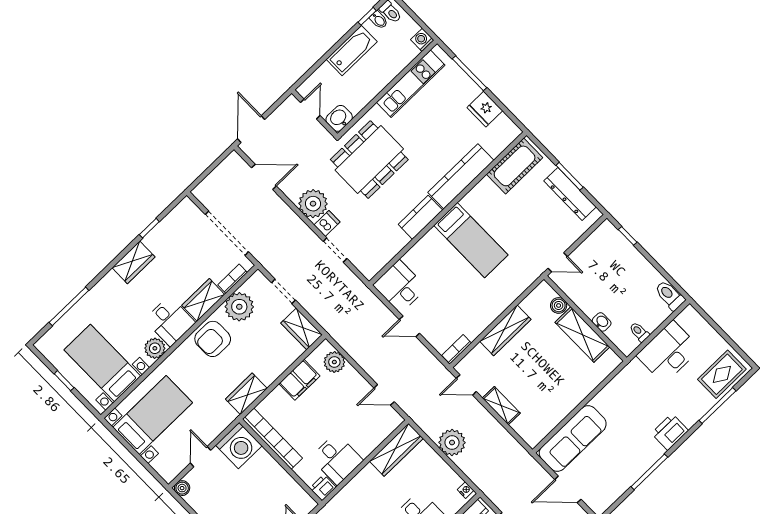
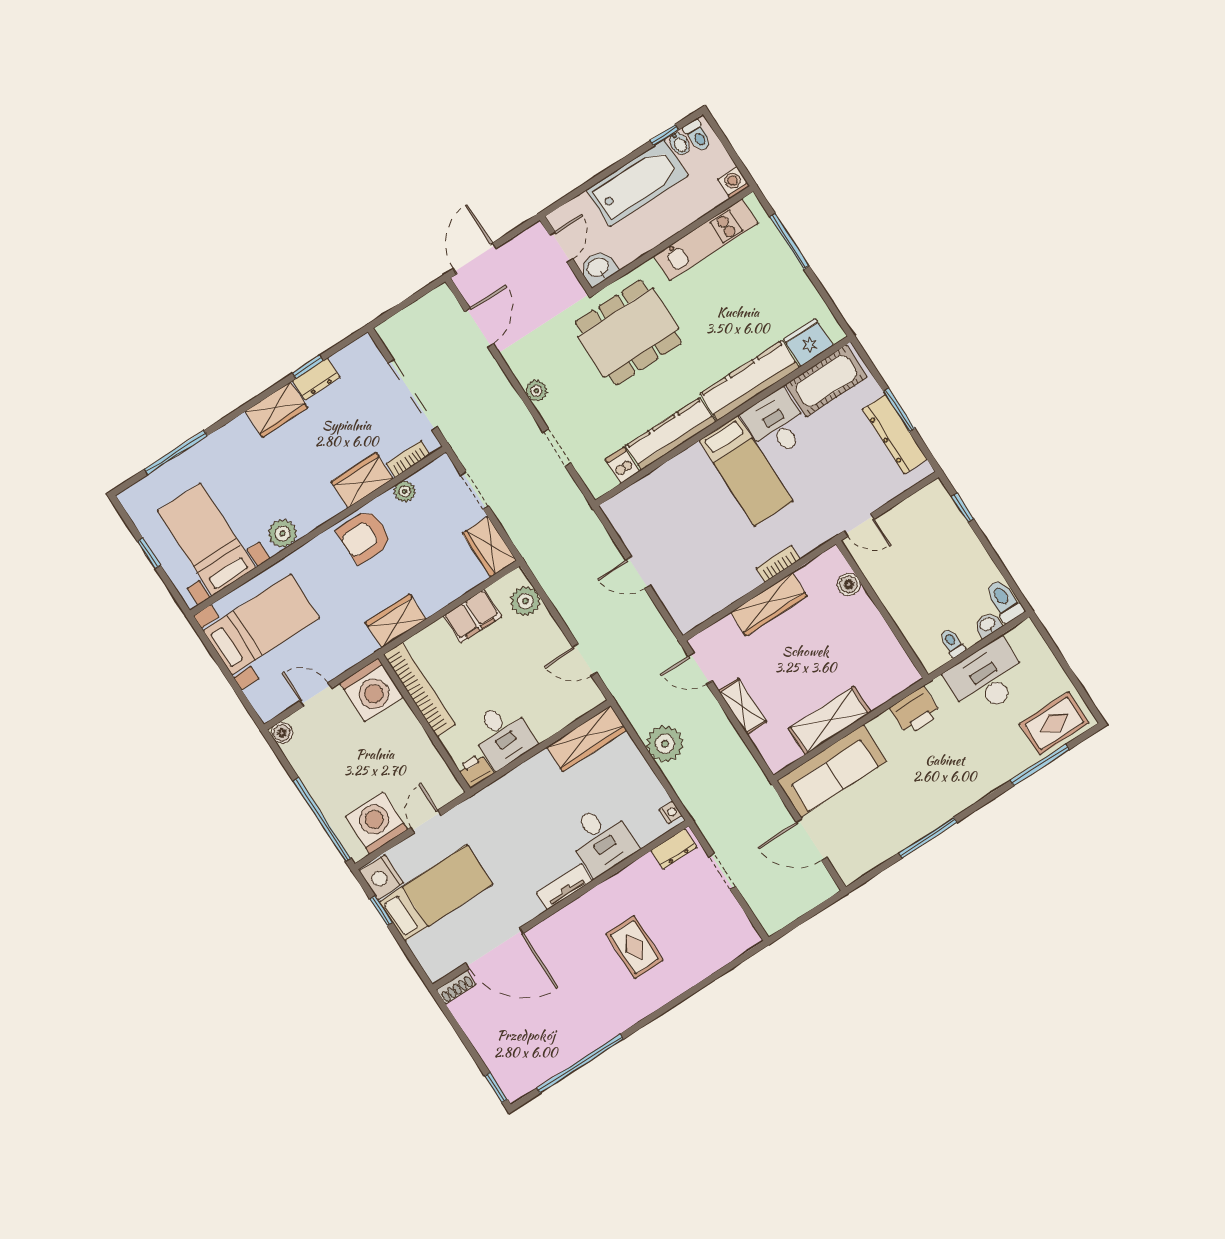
bathtub: (352, 50) -> (637, 183), width x1.36, depth x1.36
fridge: (485, 109) -> (808, 342), moved, turned 90
door: (264, 177) -> (479, 328), hinge flipped
plant: (313, 204) -> (536, 391), width x0.53, depth x0.53
kitchen counter: (420, 217) -> (671, 434), width x1.50
dishwasher: (327, 223) -> (622, 465), moved, turned -90
dresser: (157, 235) -> (316, 379), added
desk: (400, 286) -> (777, 424), moved
plant: (239, 307) -> (405, 491), width x0.53, depth x0.53
desk: (170, 321) -> (311, 500), removed
washbasin: (602, 322) -> (988, 625), moved, turned -90
shelving: (582, 335) -> (830, 720), moved, turned 90
bookcase: (457, 349) -> (778, 564), moved
printer: (670, 432) -> (915, 711), moved, turned 180
door: (200, 457) -> (316, 695), hinge flipped

